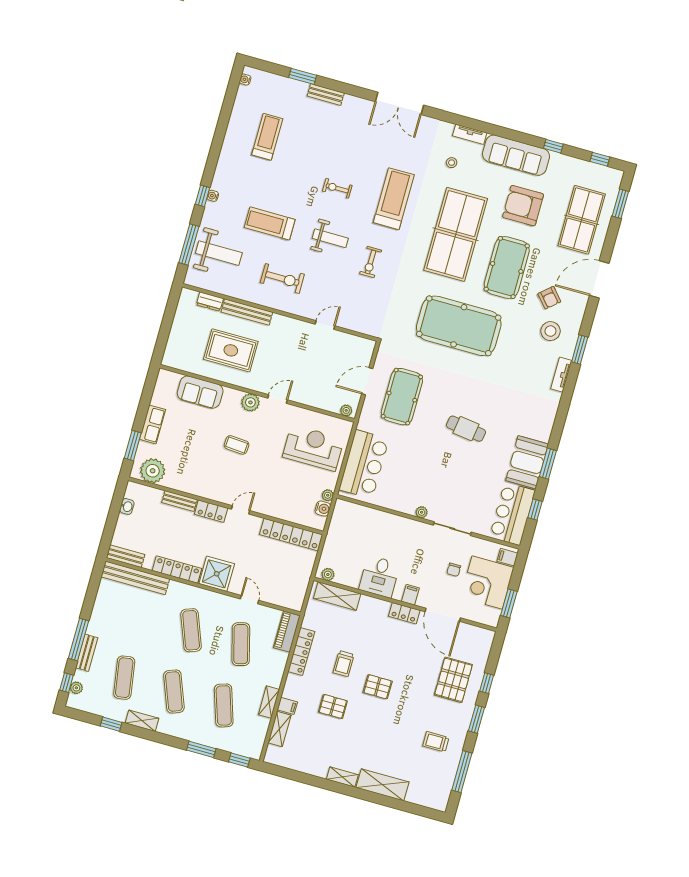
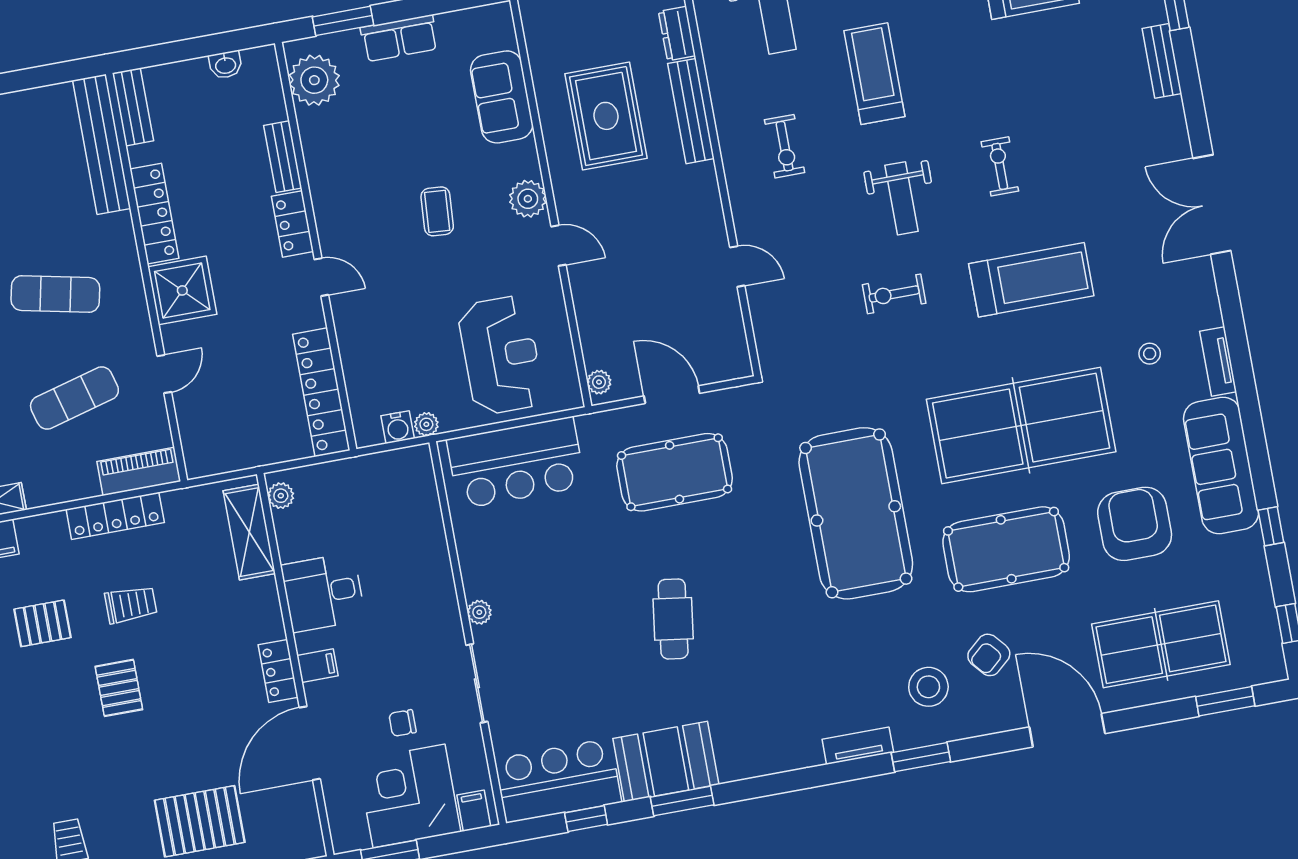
exercise bike: (282, 278) -> (785, 146), width x0.73, depth x0.72
exercise mat: (191, 630) -> (55, 294), turned 33
trolley: (344, 664) -> (131, 605), turned 180
pallet: (333, 706) -> (42, 623), turned 90

